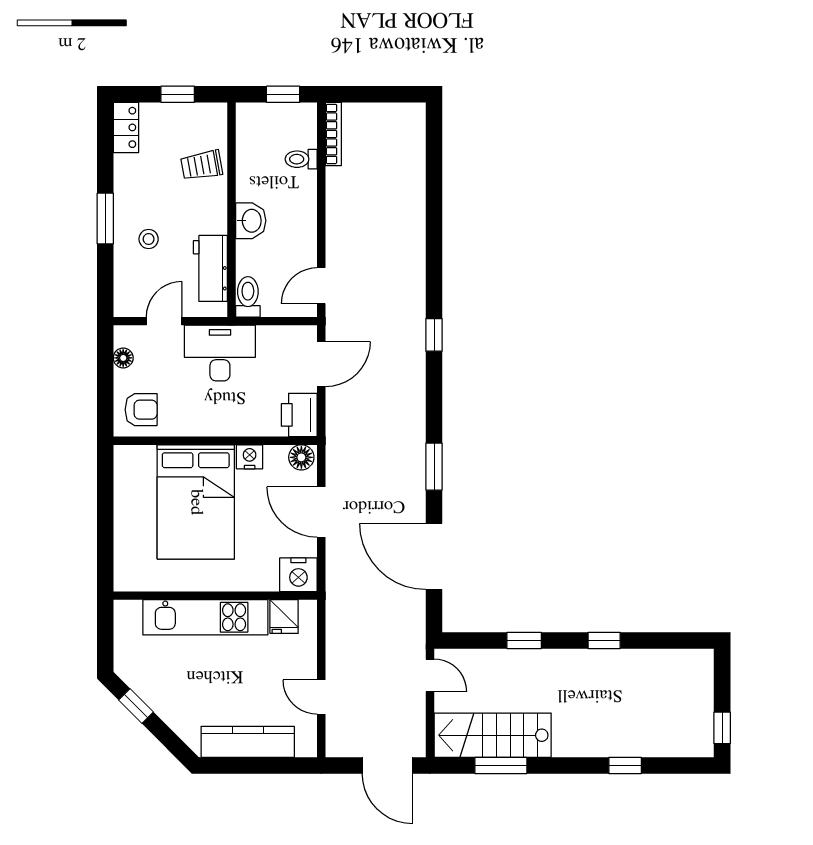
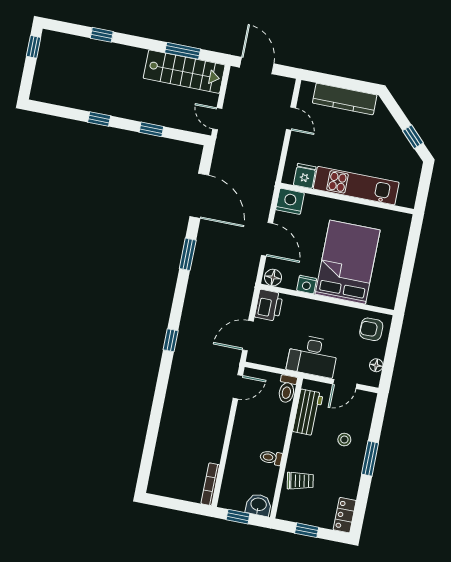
toilet: (301, 159) -> (271, 458), moved, turned 180
washbasin: (251, 221) -> (258, 505), moved, turned 90

